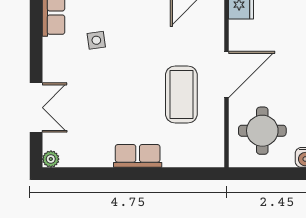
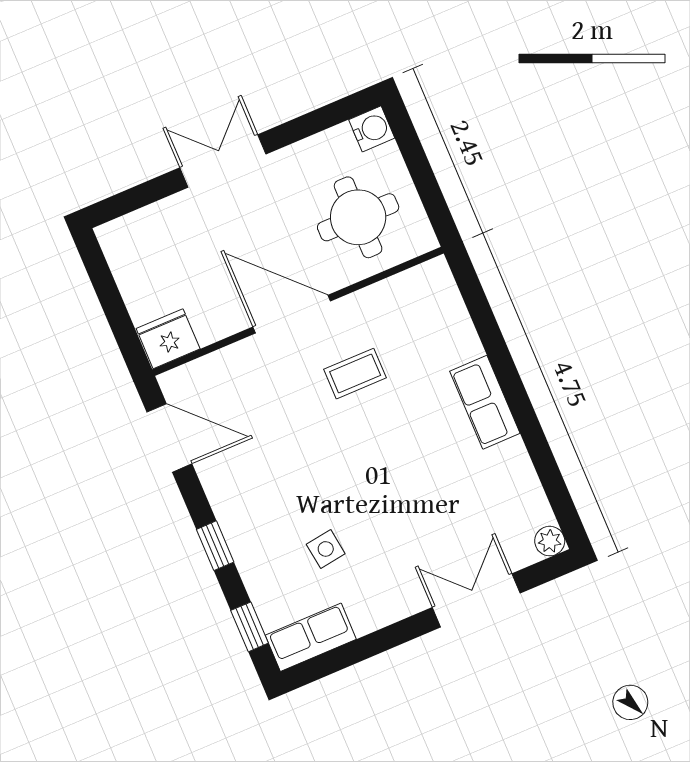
coffee table: (181, 94) -> (355, 374), width x0.54, depth x0.58

